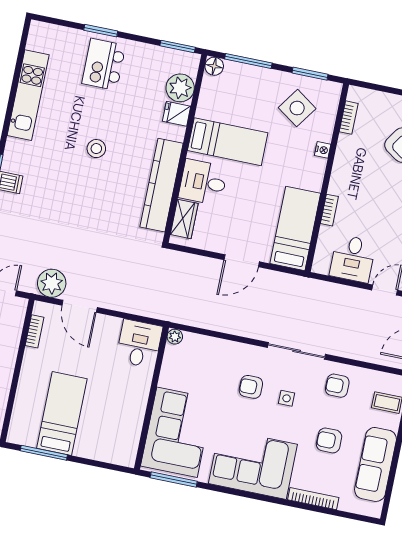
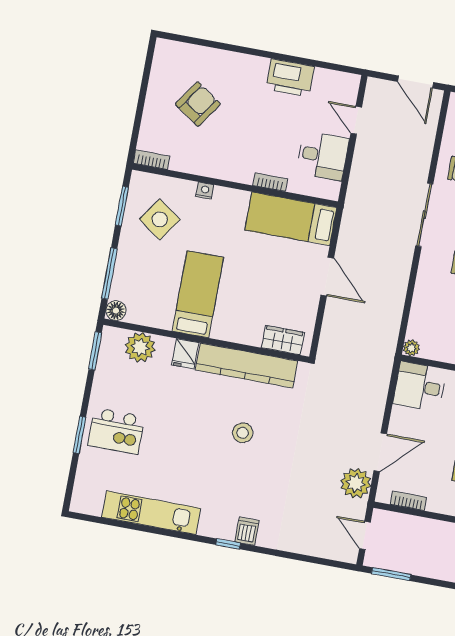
fridge: (177, 114) -> (185, 354), moved
bookcase: (349, 118) -> (151, 160), moved
stool: (96, 149) -> (243, 433), moved
desk: (203, 182) -> (242, 320), removed

